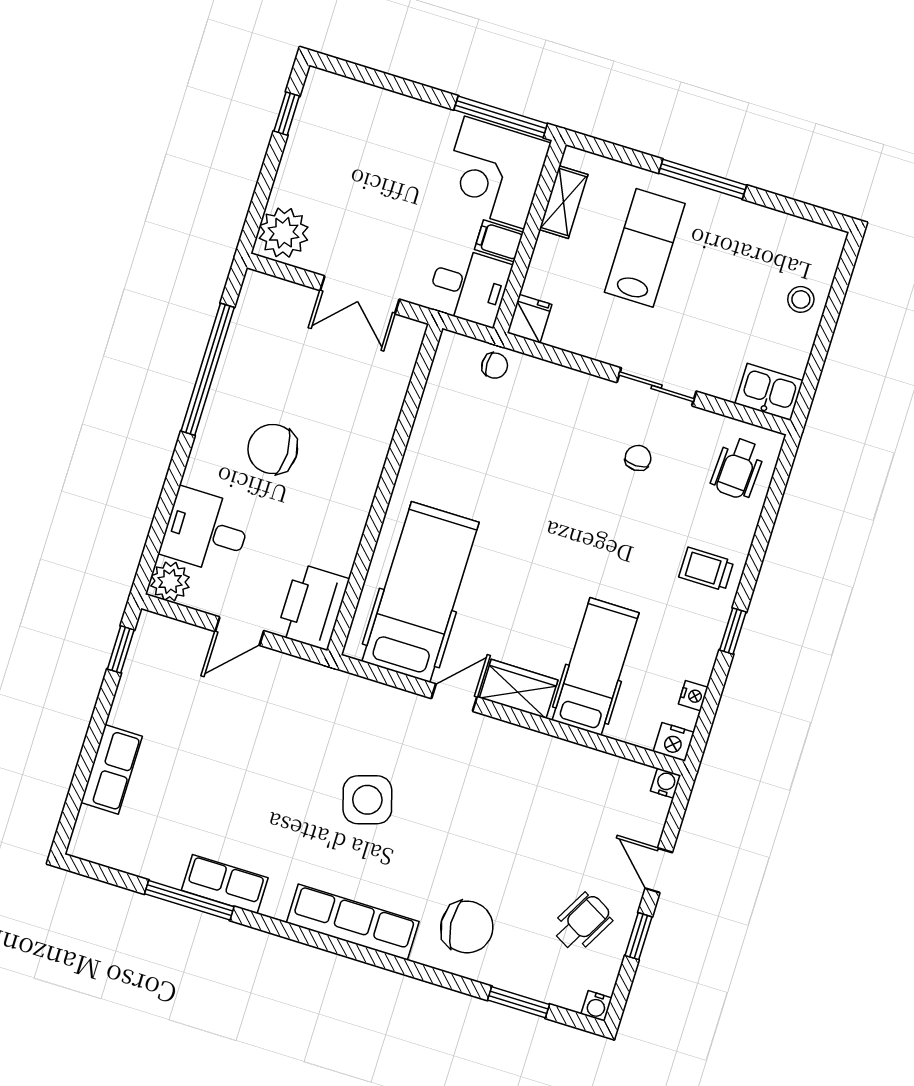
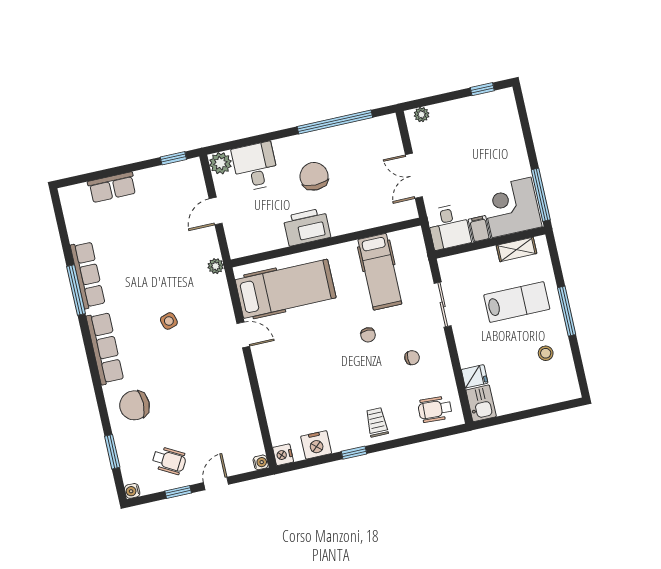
plant: (284, 233) -> (422, 115), width x0.53, depth x0.53
stool: (801, 299) -> (546, 353), moved
fridge: (530, 319) -> (475, 376), moved
chair: (495, 366) -> (368, 335), moved
sliding door: (657, 387) -> (443, 305), moved
printer: (313, 607) -> (307, 227), moved
door: (239, 631) -> (216, 211), hinge flipped
hospital bed: (596, 667) -> (380, 272), moved, turned 90
plant: (324, 679) -> (216, 266), added
wardrobe: (519, 689) -> (266, 364), removed
nightstand: (693, 696) -> (316, 445), width x1.89, depth x1.79
side table: (367, 800) -> (169, 321), width x0.54, depth x0.54
row of seats: (225, 884) -> (88, 275), width x1.48
window: (189, 900) -> (76, 290), moved
chair: (467, 927) -> (135, 405), turned 94

